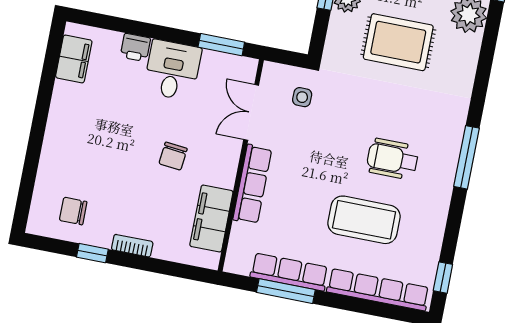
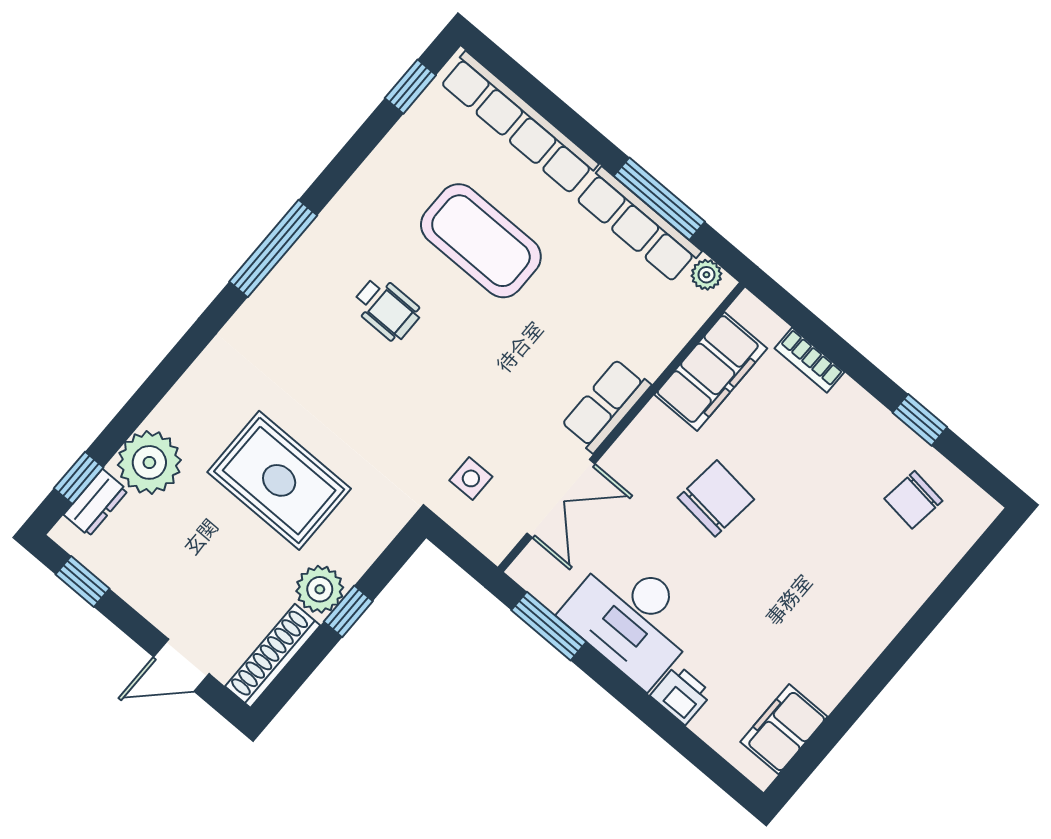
desk: (172, 70) -> (632, 618), width x1.37
chair: (173, 156) -> (716, 498), width x1.37, depth x1.37
wheelchair: (392, 159) -> (387, 309), width x0.73, depth x0.73
row of seats: (252, 184) -> (606, 405), width x0.68
chair: (73, 211) -> (913, 500), turned 97
bookcase: (132, 246) -> (809, 360), moved
plant: (241, 266) -> (706, 275), added

